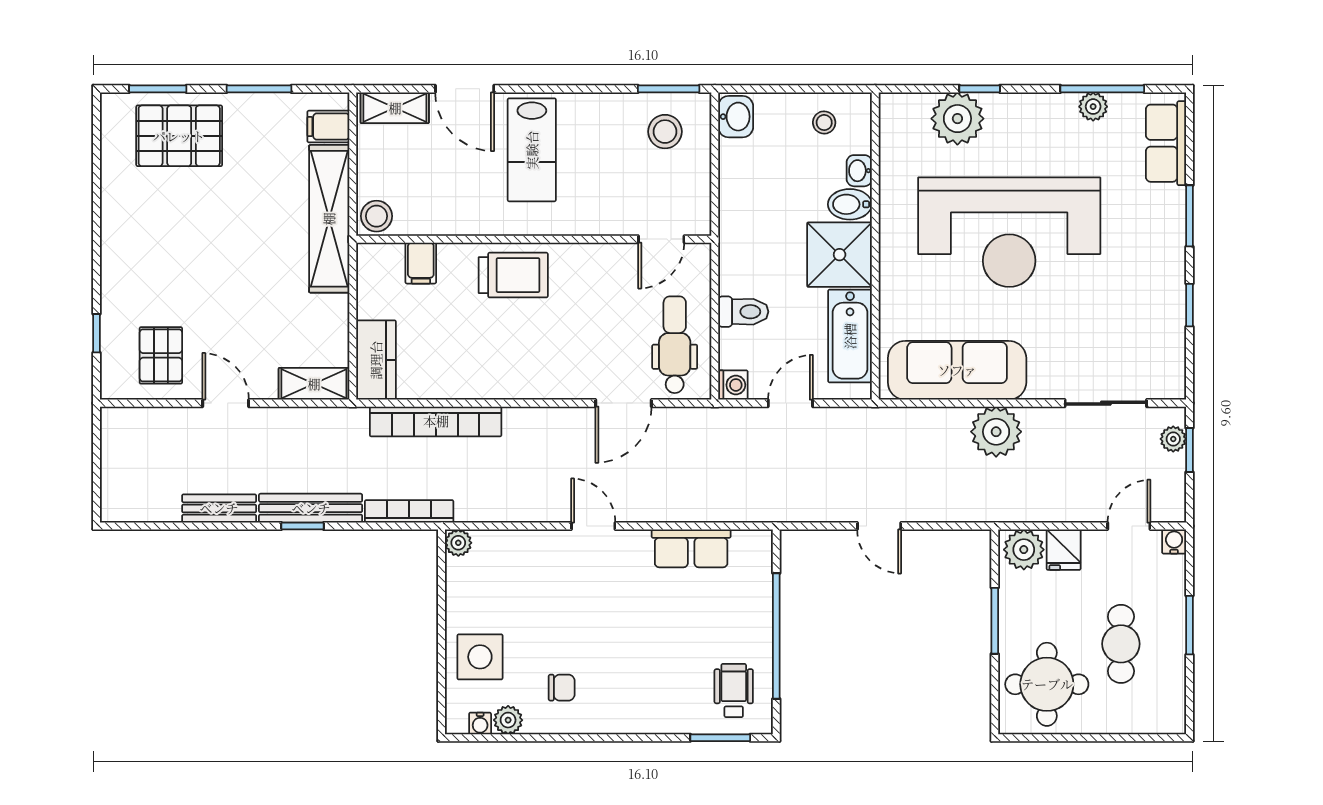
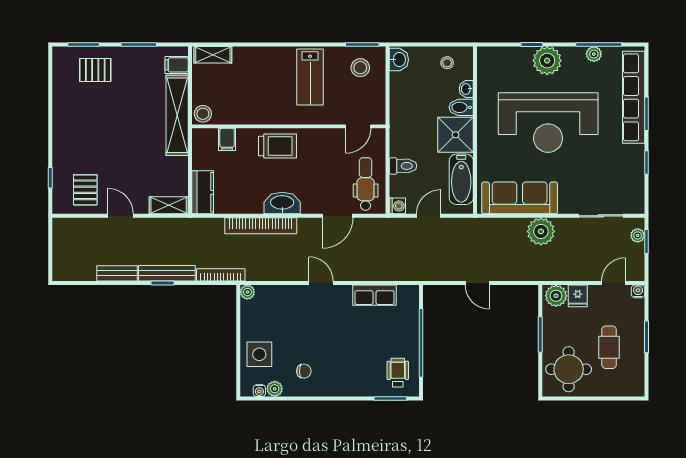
door: (465, 89) -> (251, 44), removed
plant: (957, 119) -> (547, 61), moved
pallet: (179, 136) -> (95, 70), width x0.67, depth x0.71
row of seats: (1166, 143) -> (634, 97), width x2.02
lab bench: (532, 150) -> (310, 77), moved
washbasin: (522, 380) -> (282, 203), added
bookcase: (436, 421) -> (261, 226), moved

